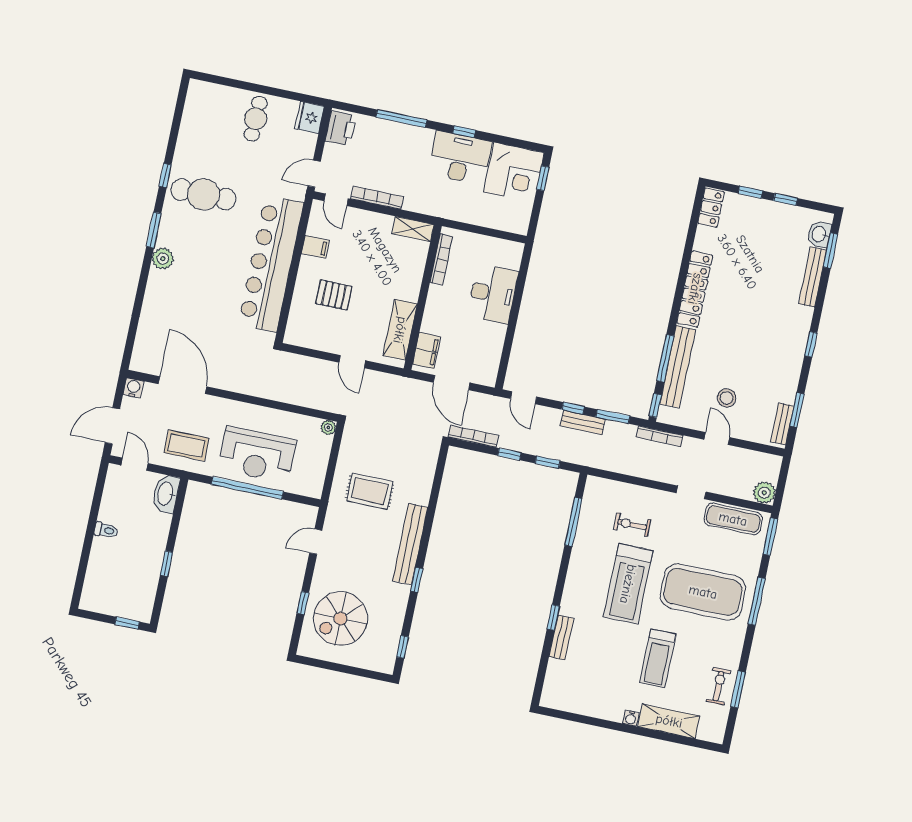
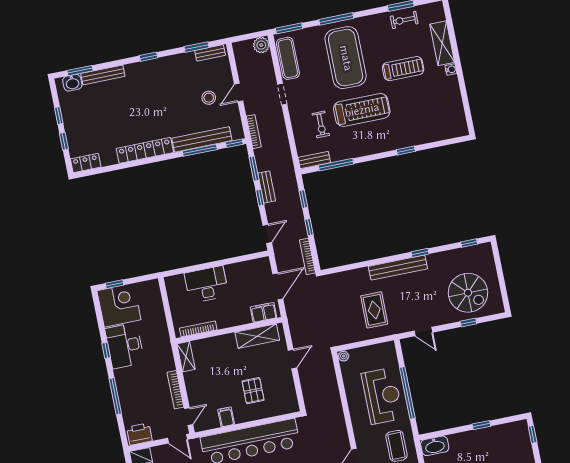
bench: (561, 637) -> (314, 160), moved

